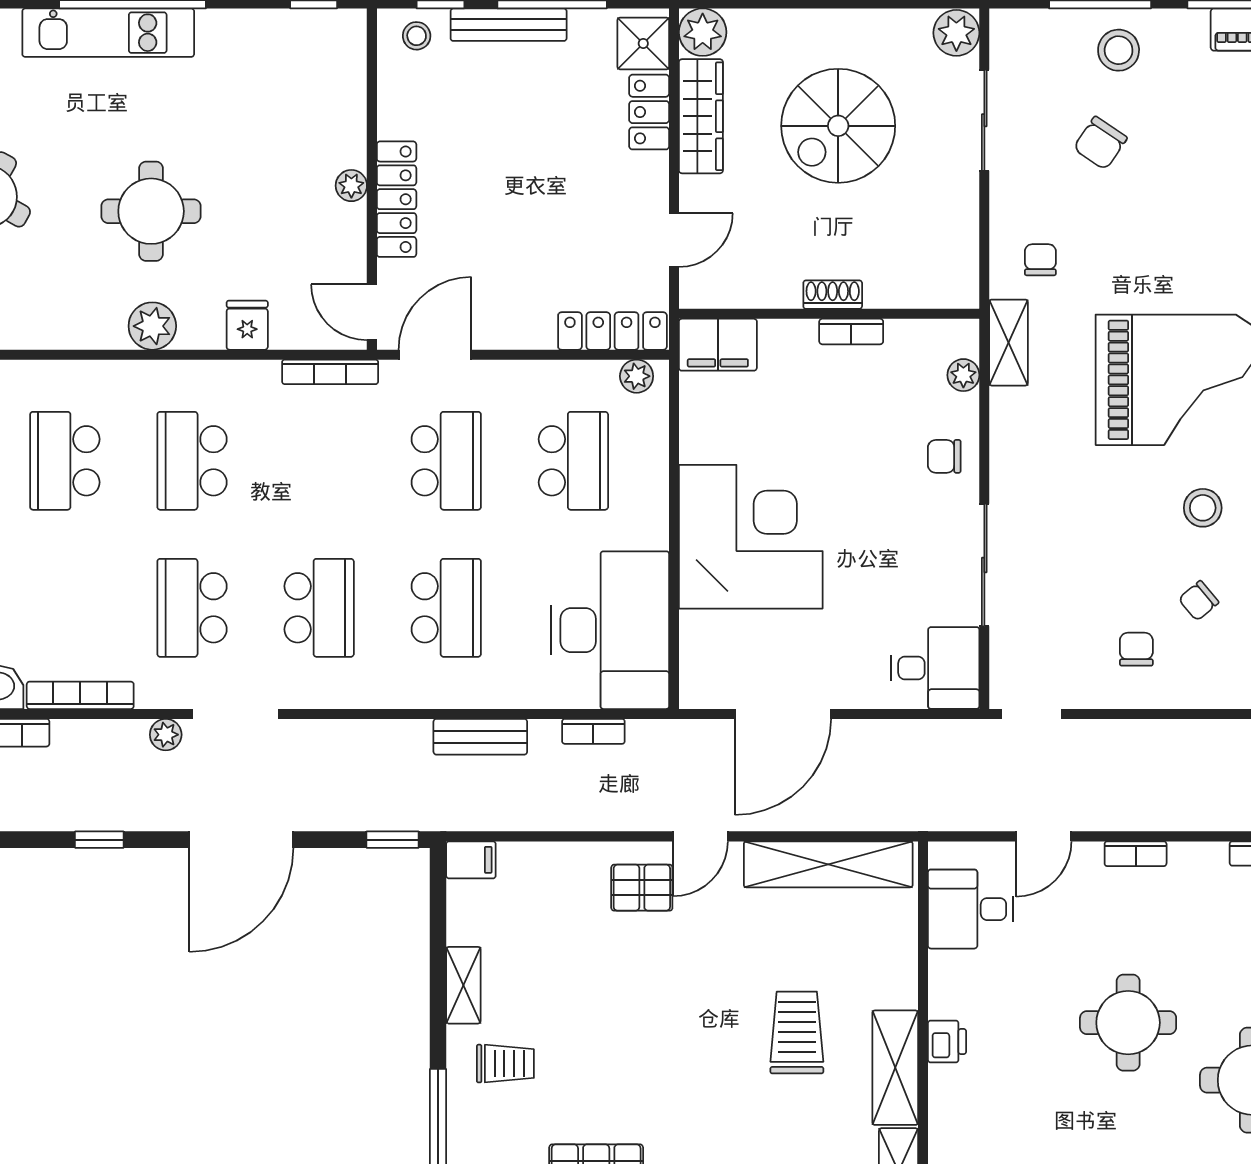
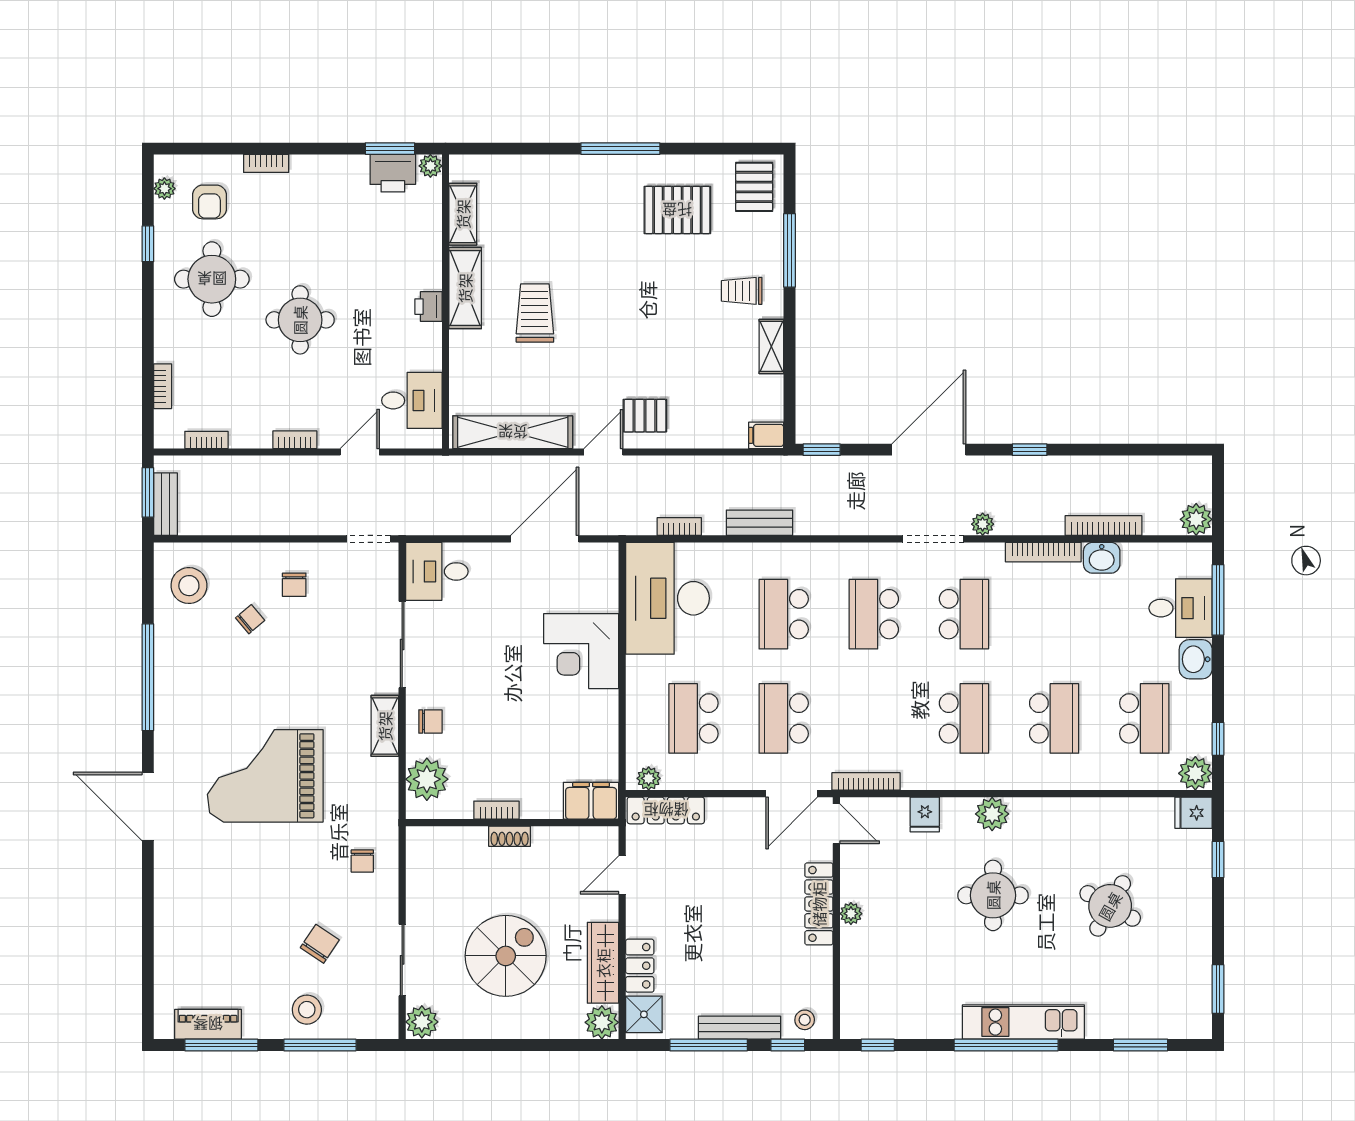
shelving: (1009, 343) -> (385, 726), moved
plant: (963, 375) -> (427, 779), width x1.87, depth x1.87
stool: (1203, 508) -> (247, 685), removed
corner desk: (751, 537) -> (581, 651), width x0.74, depth x0.74
trolley: (797, 1032) -> (535, 313), turned 180

